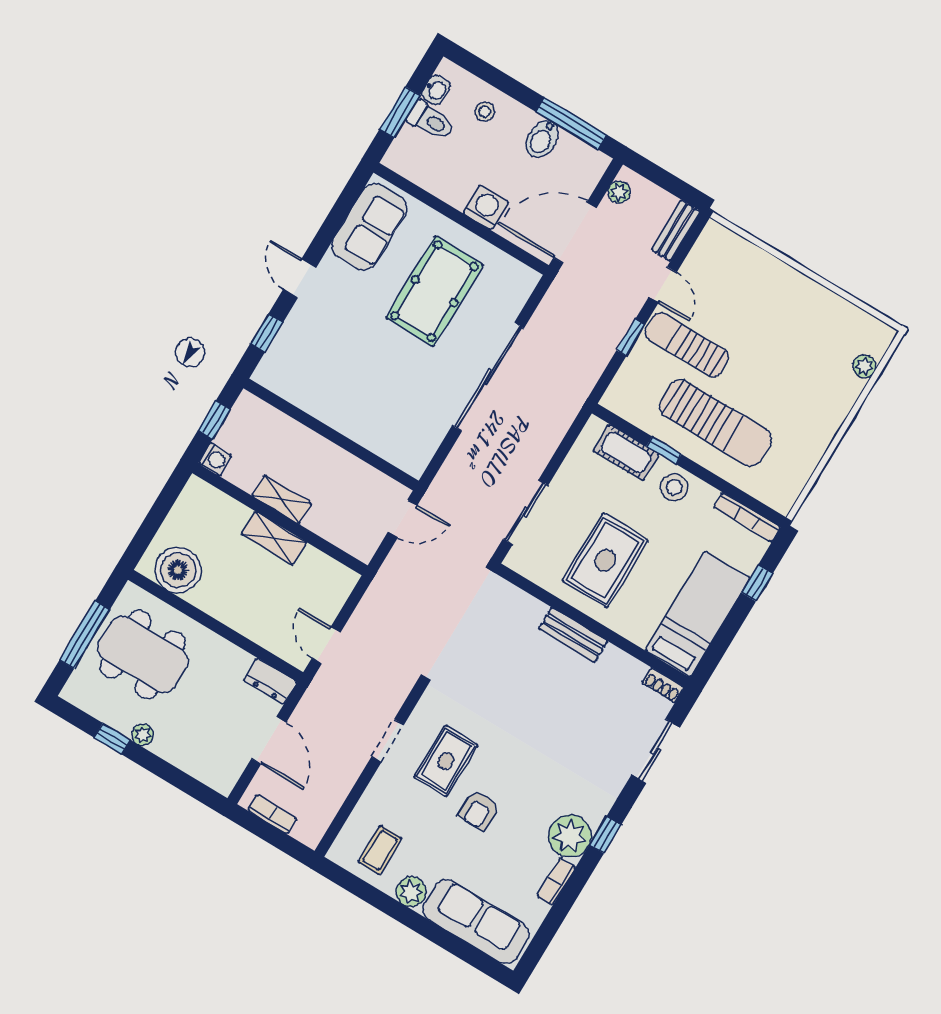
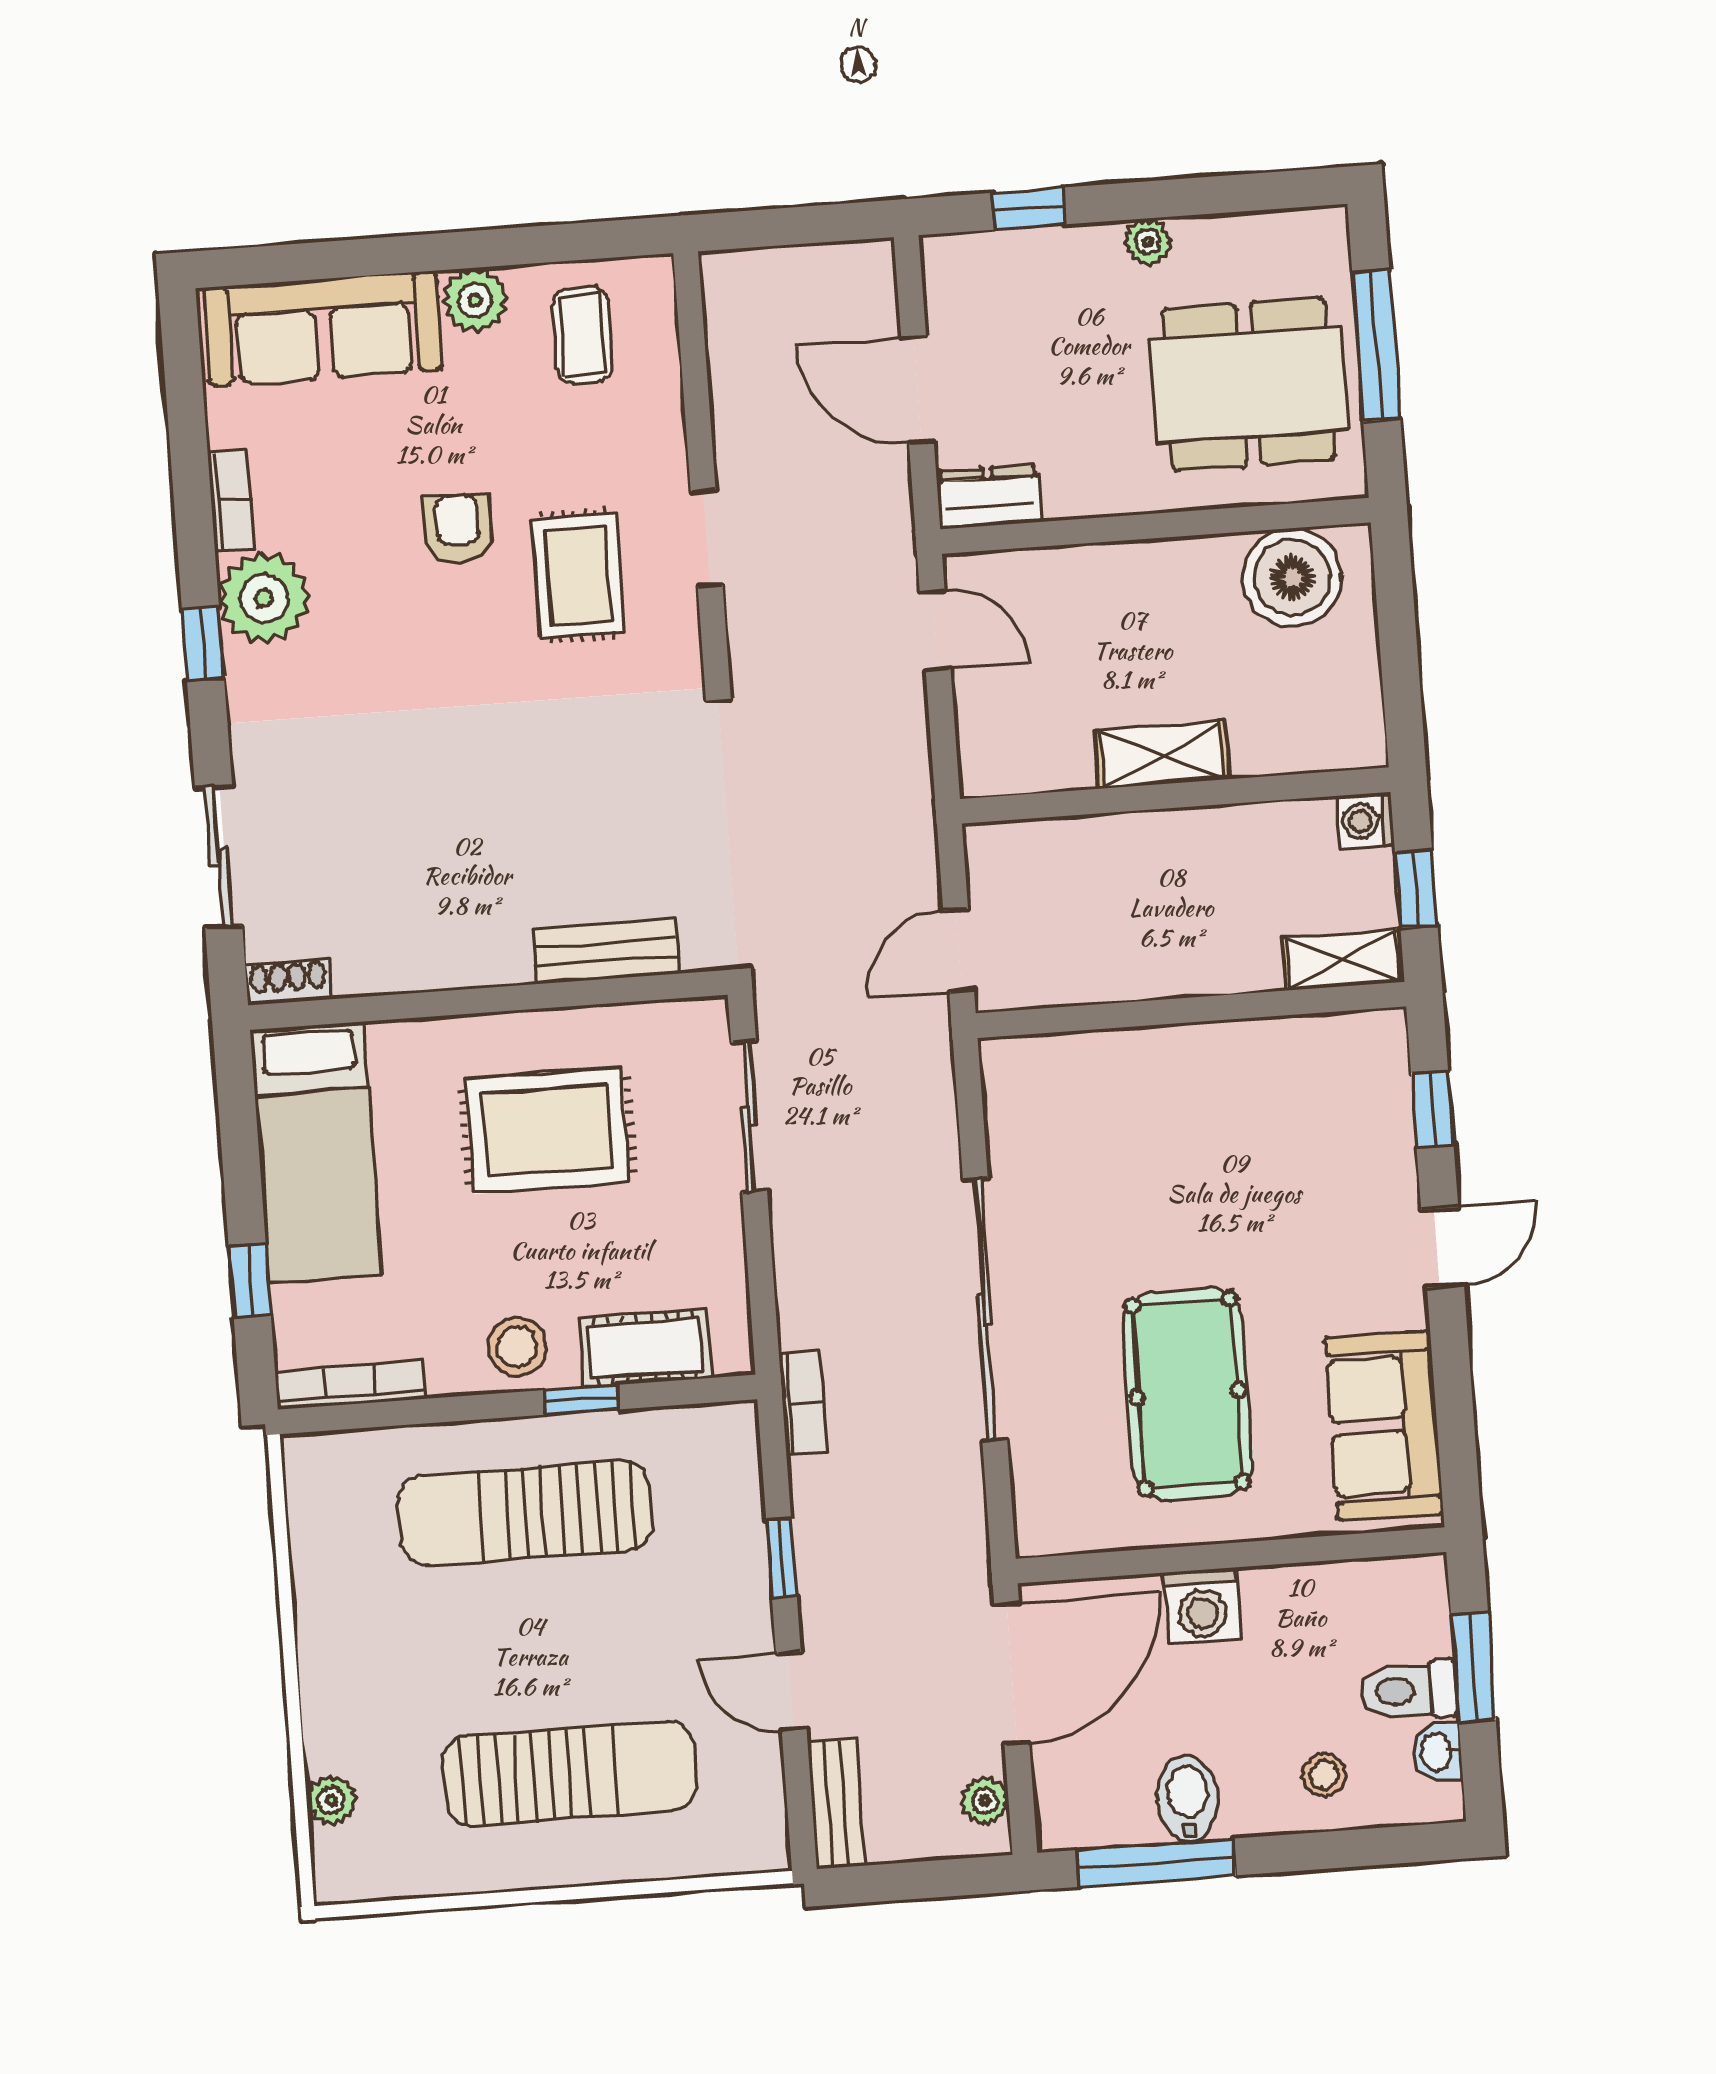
door: (300, 278) -> (1443, 1247), hinge flipped
sun lounger: (687, 345) -> (570, 1773), moved, width x1.36, depth x1.34
shelving: (282, 499) -> (1343, 960), moved
rug: (605, 560) -> (547, 1131), turned 90
bench: (573, 635) -> (606, 952), moved
window: (112, 739) -> (1028, 209), moved
bookcase: (272, 814) -> (803, 1403), moved, turned -90

